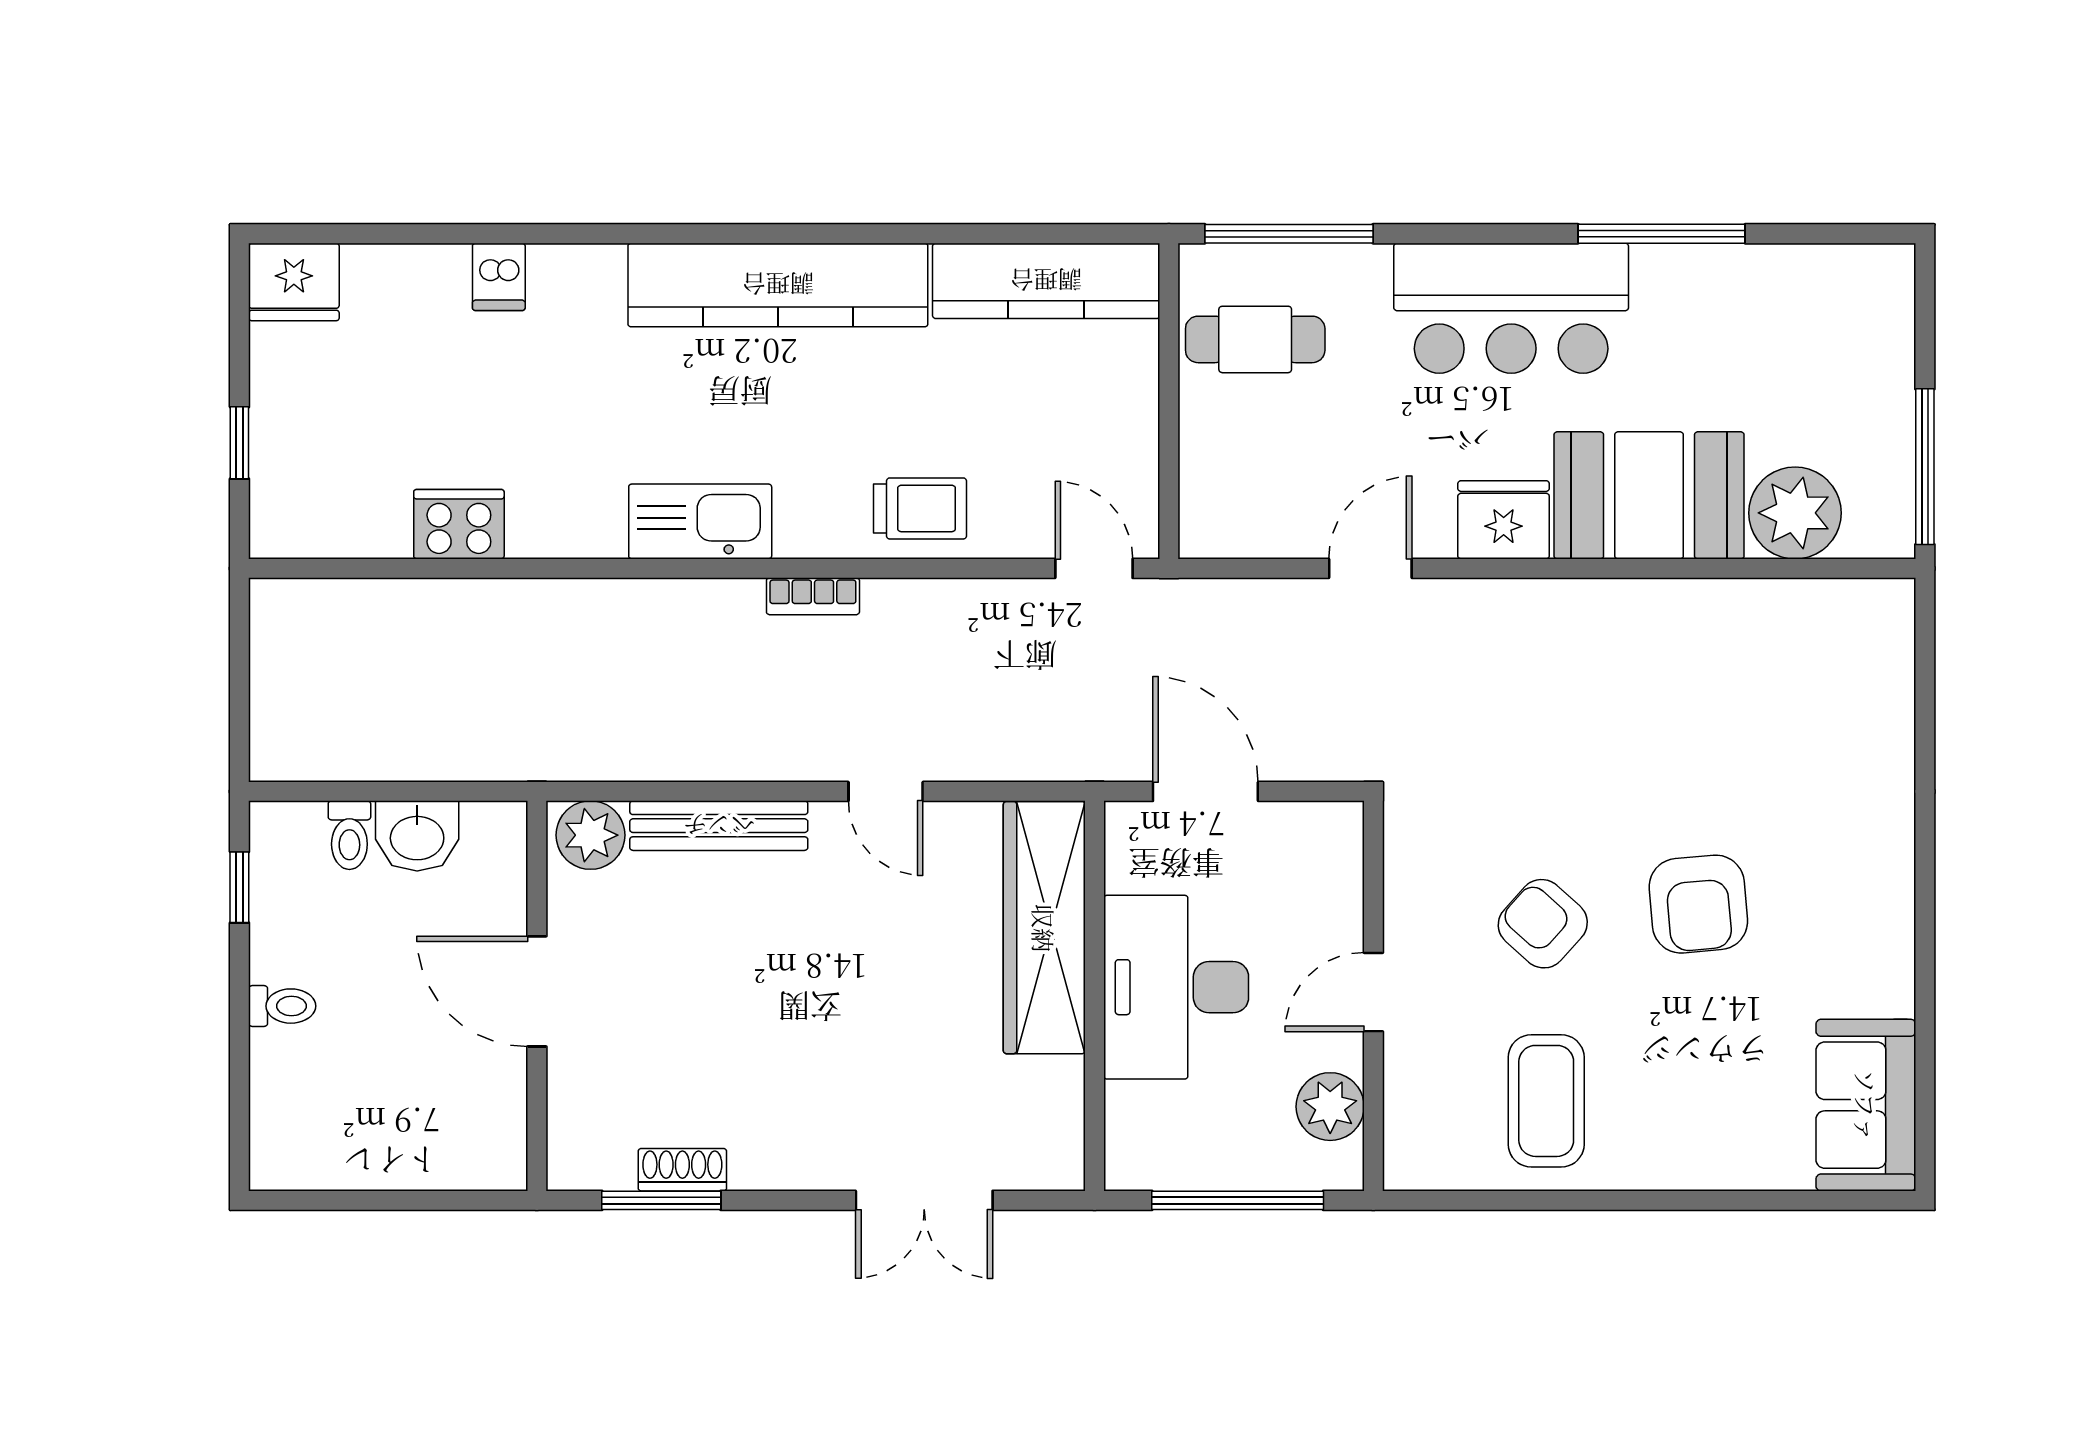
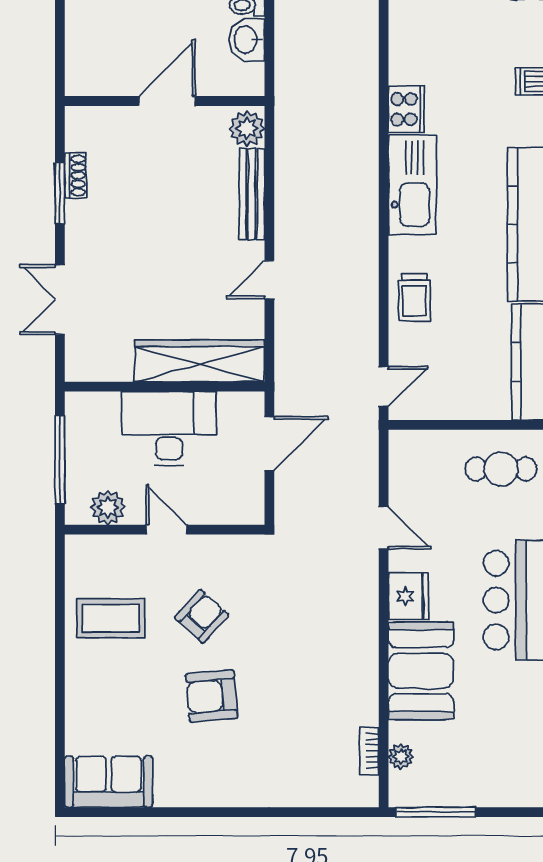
cafe table: (1255, 339) -> (501, 469), turned 90
plant: (1795, 513) -> (401, 757), width x0.53, depth x0.53
kitchen sink: (700, 521) -> (412, 185), width x1.36, depth x1.24
cooker: (459, 524) -> (406, 109), moved
bookcase: (813, 596) -> (369, 751), moved
window: (661, 1200) -> (60, 193), moved

